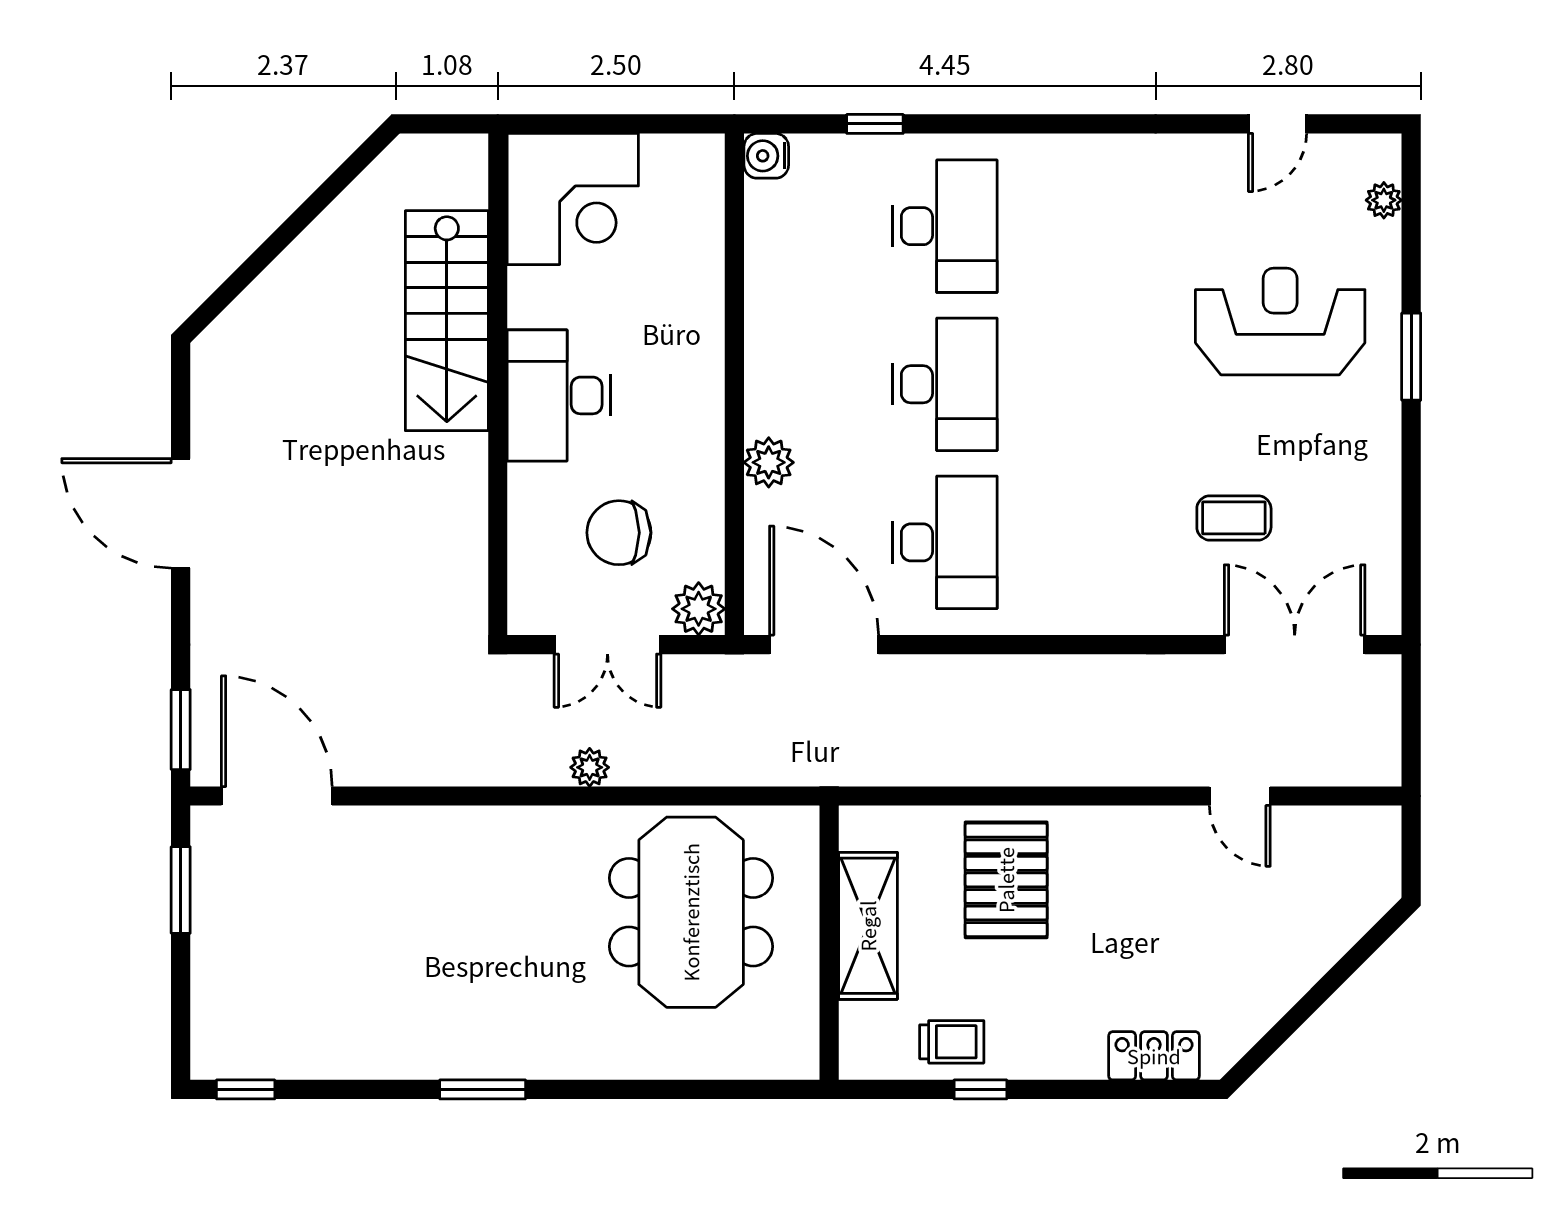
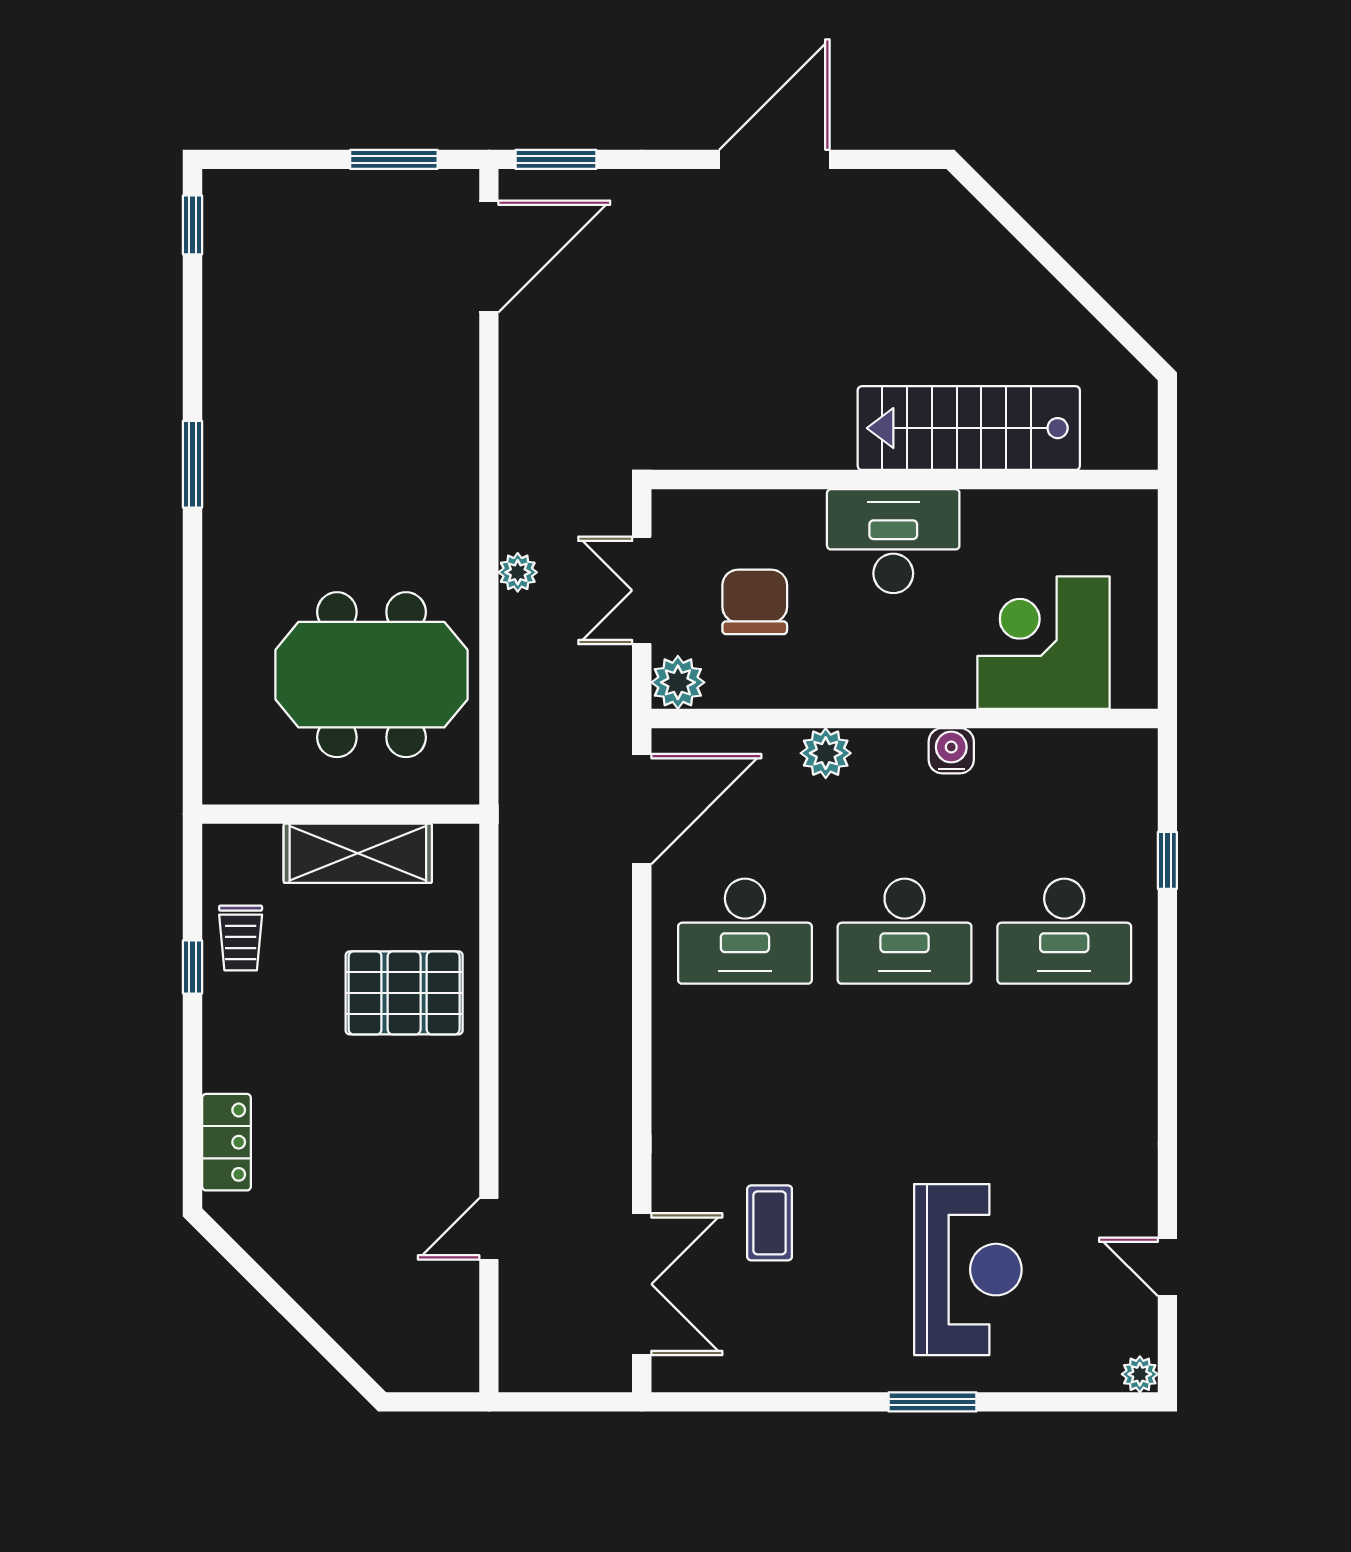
water cooler: (766, 156) -> (951, 751), moved
corner desk: (573, 199) -> (1043, 643), moved, turned 90
plant: (1384, 200) -> (1140, 1374), moved

